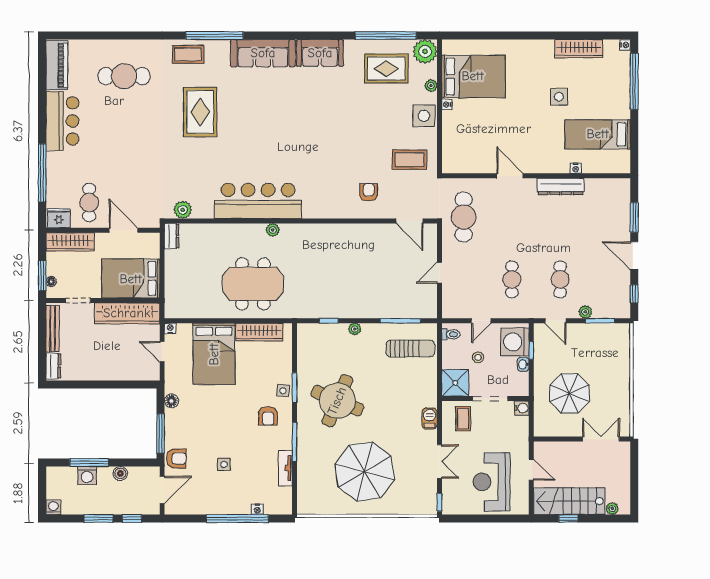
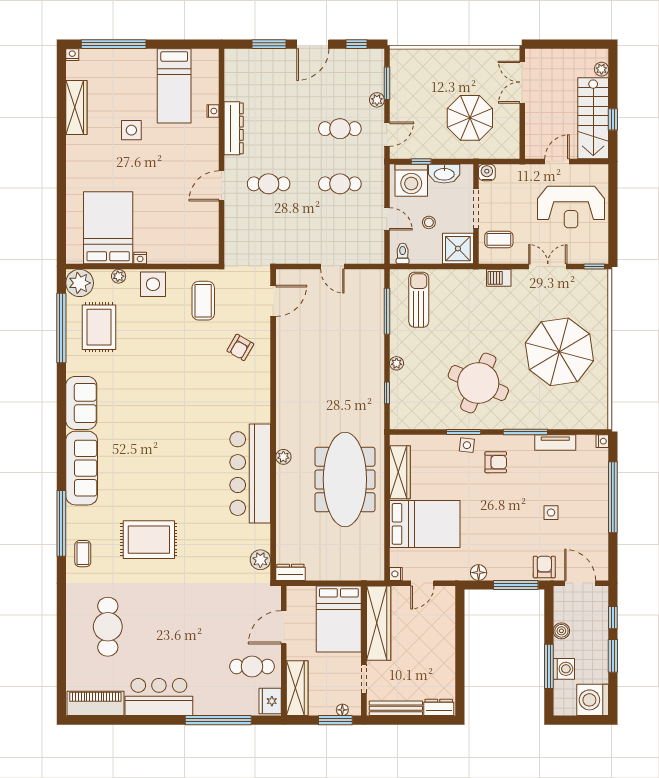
coffee table: (188, 54) -> (83, 554), width x0.73, depth x0.77
armchair: (369, 192) -> (240, 347), turned -60
cafe table: (464, 217) -> (269, 184), moved, width x0.73, depth x0.74
meeting table: (253, 284) -> (345, 479), width x1.36
washbasin: (523, 364) -> (444, 174), width x1.91, depth x1.45
washing machine: (53, 507) -> (593, 700), width x1.89, depth x1.89
nightstand: (257, 509) -> (602, 441), moved

